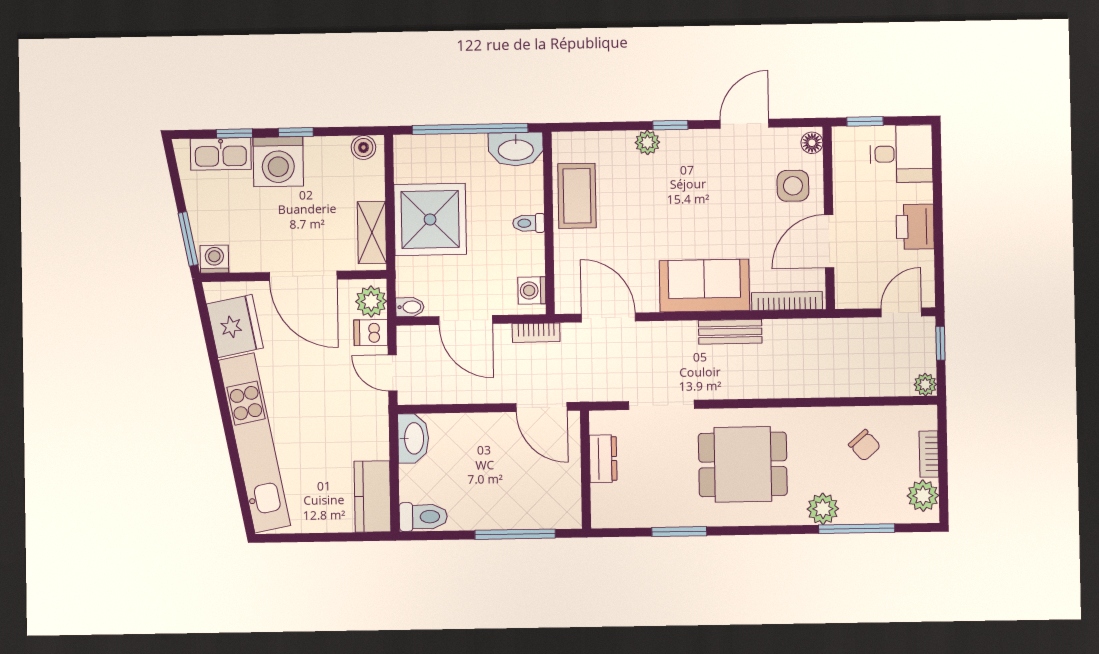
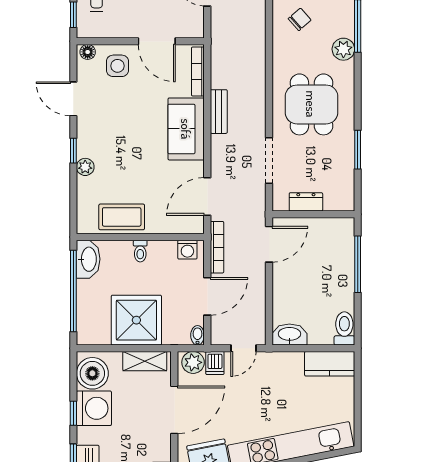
boiler: (363, 147) -> (92, 373), width x1.86, depth x1.86
washing machine: (278, 162) -> (94, 408), moved
bookcase: (536, 333) -> (217, 247), width x1.56

